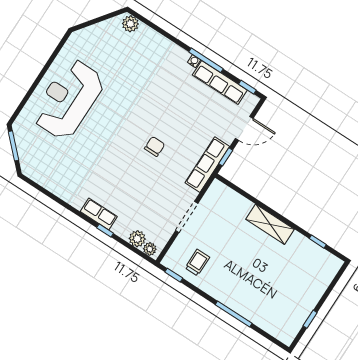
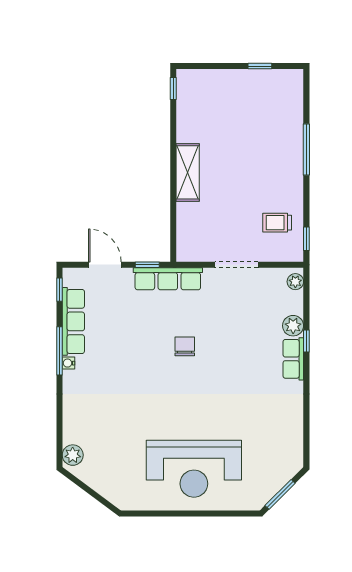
chair: (155, 146) -> (185, 346), turned 90
plant: (137, 239) -> (293, 326), moved
window: (318, 242) -> (173, 88), moved

